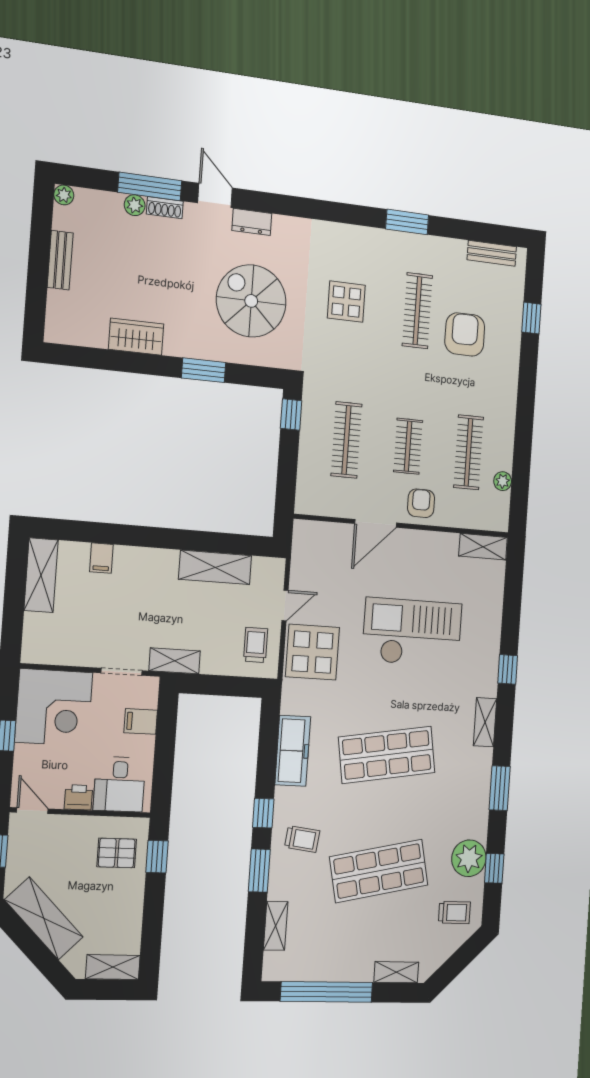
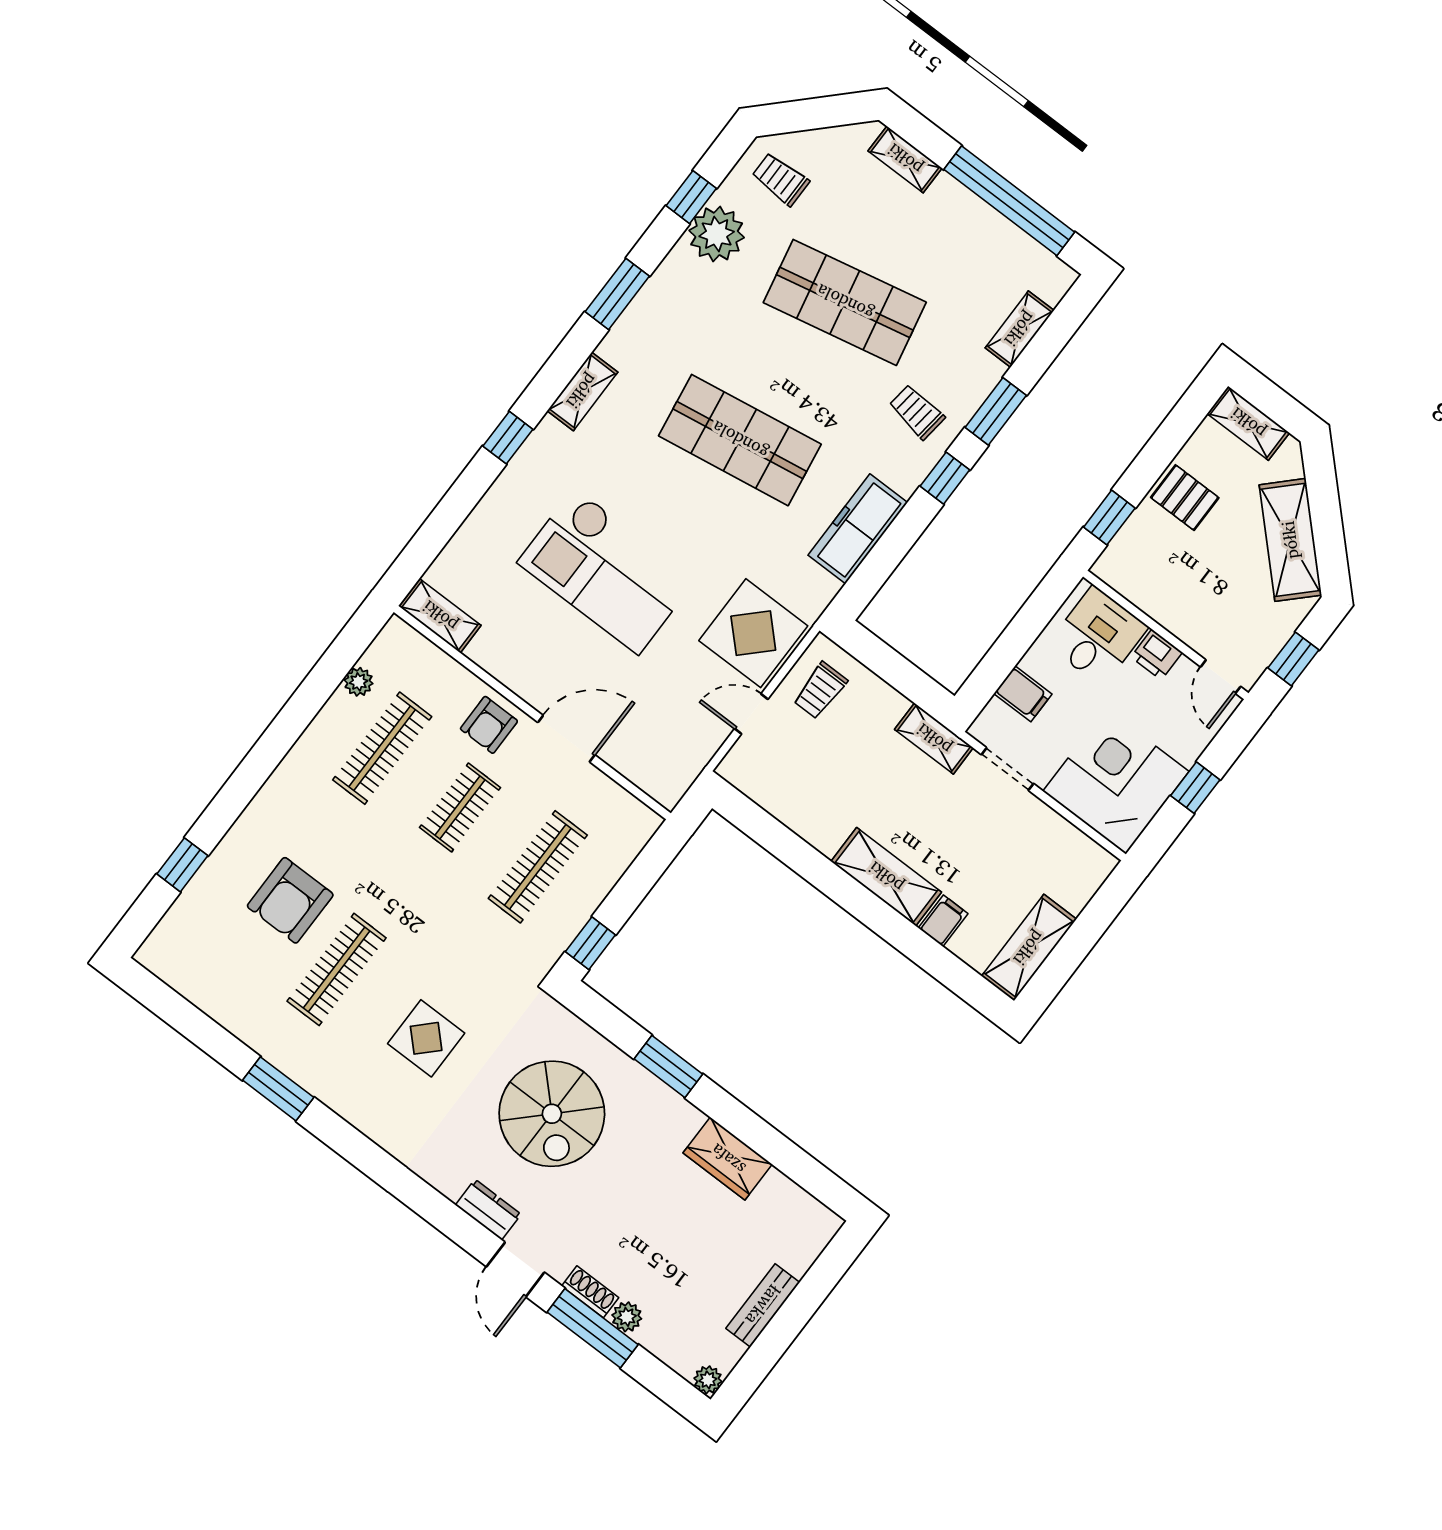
bench: (492, 253) -> (185, 980), removed
shelving: (215, 567) -> (886, 877), moved
pallet: (117, 853) -> (1185, 498), moved

